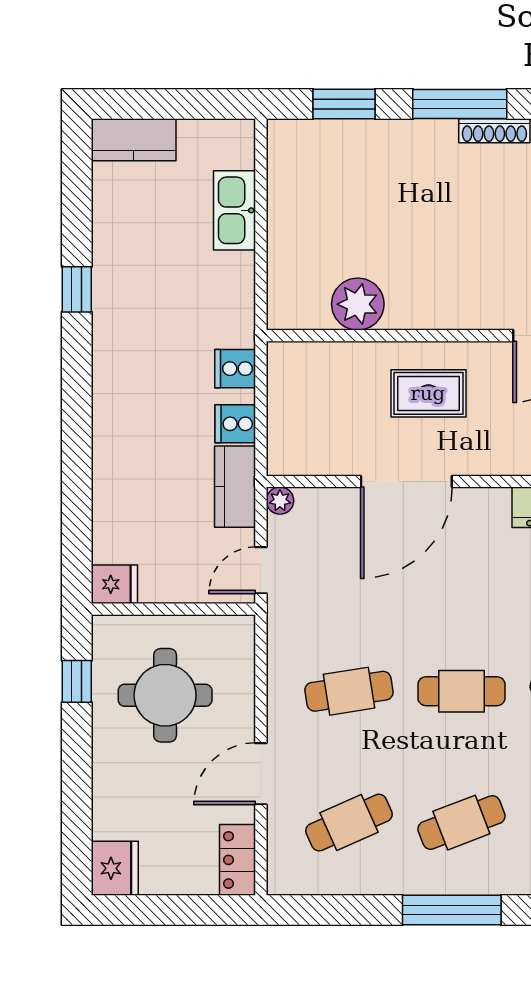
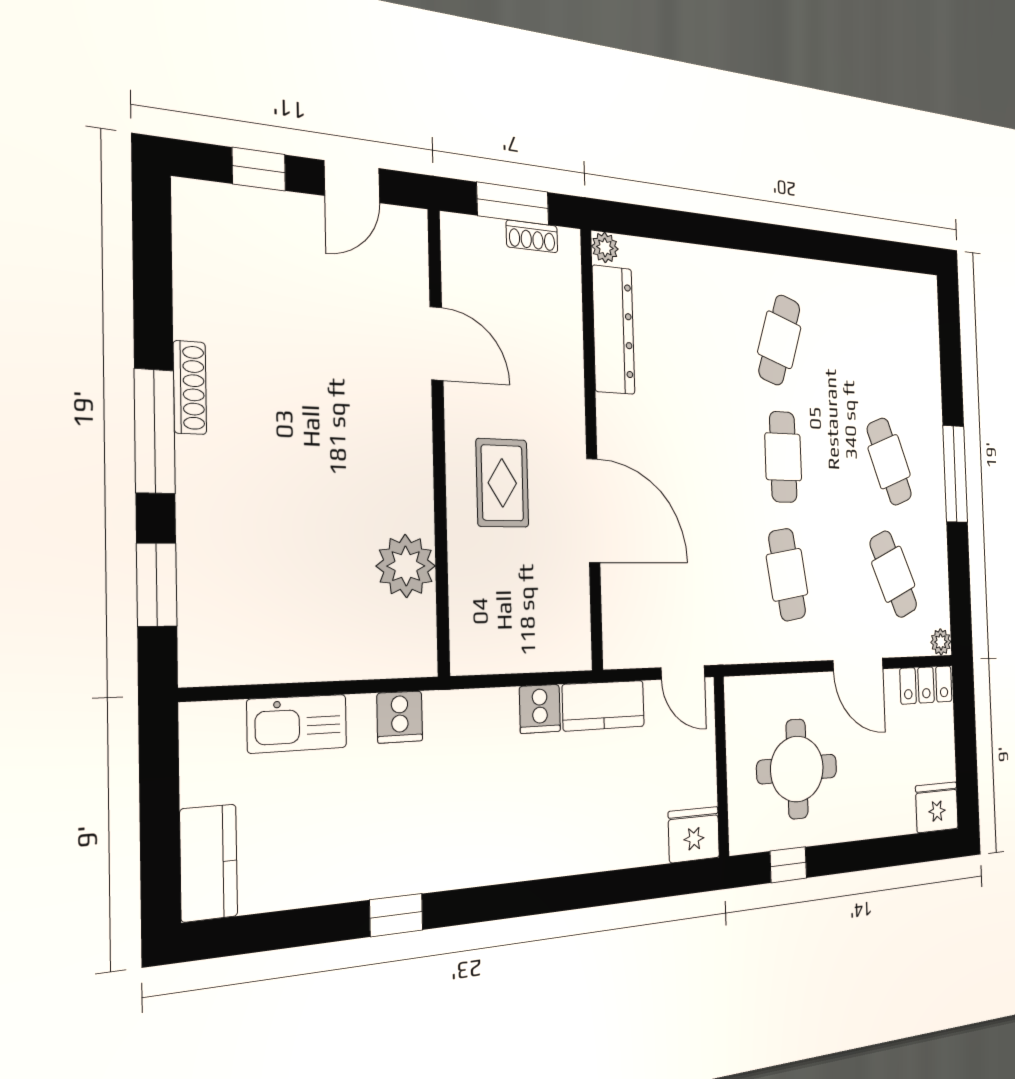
cooker: (235, 369) -> (400, 717), moved
plant: (280, 501) -> (941, 642), moved
fridge: (114, 584) -> (694, 835), width x1.38

